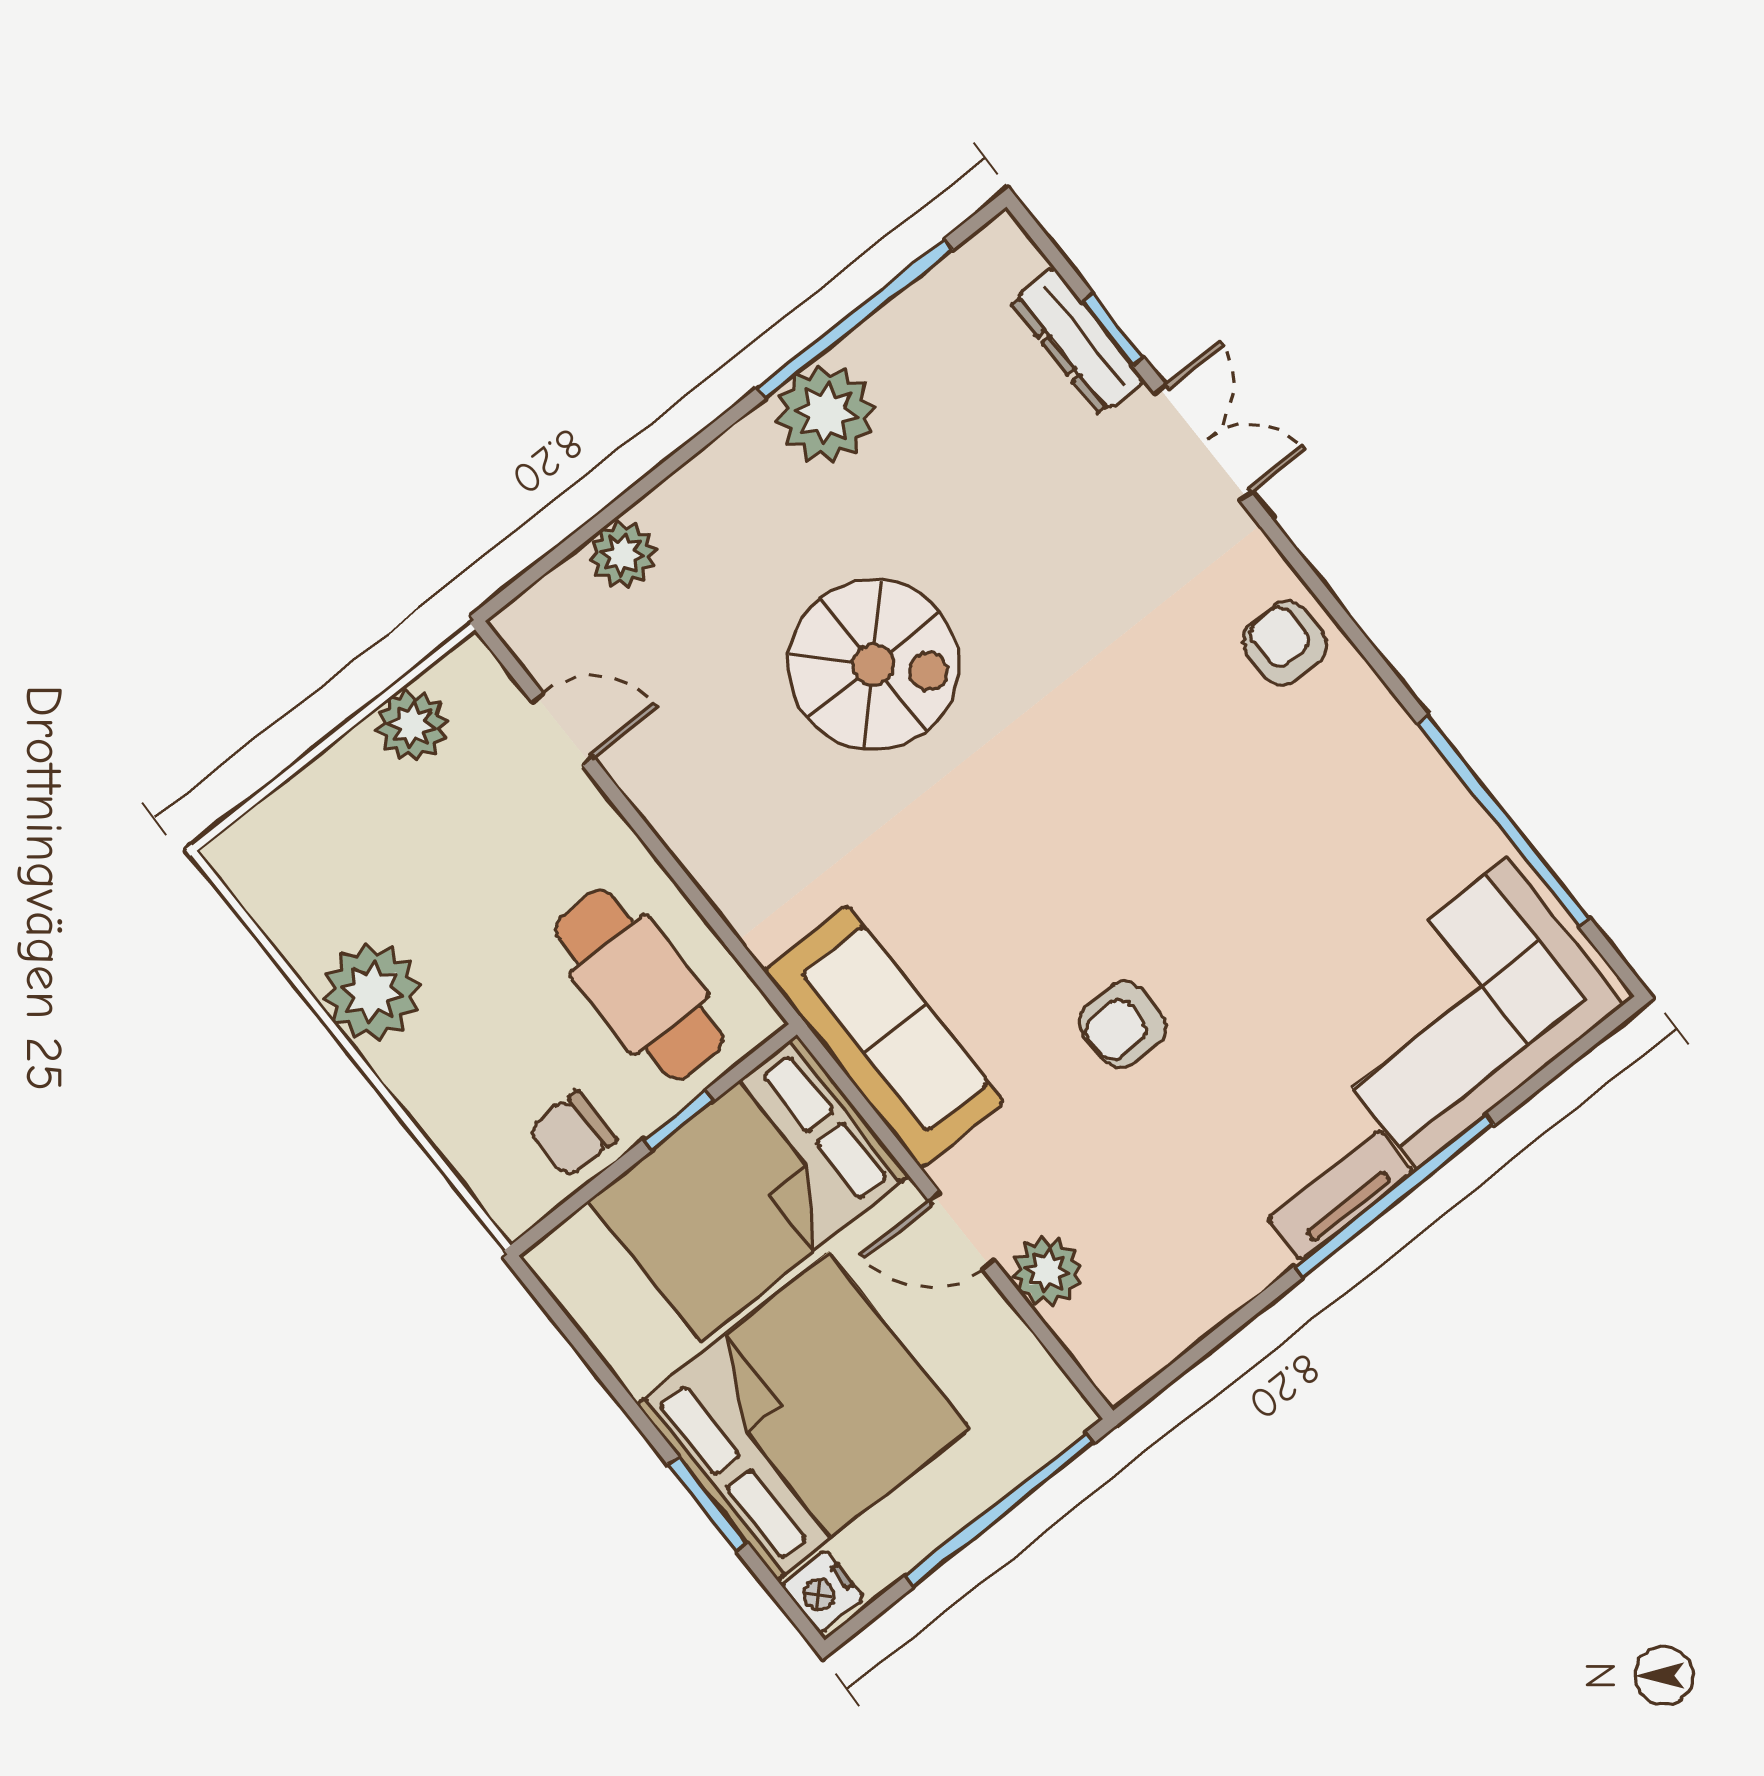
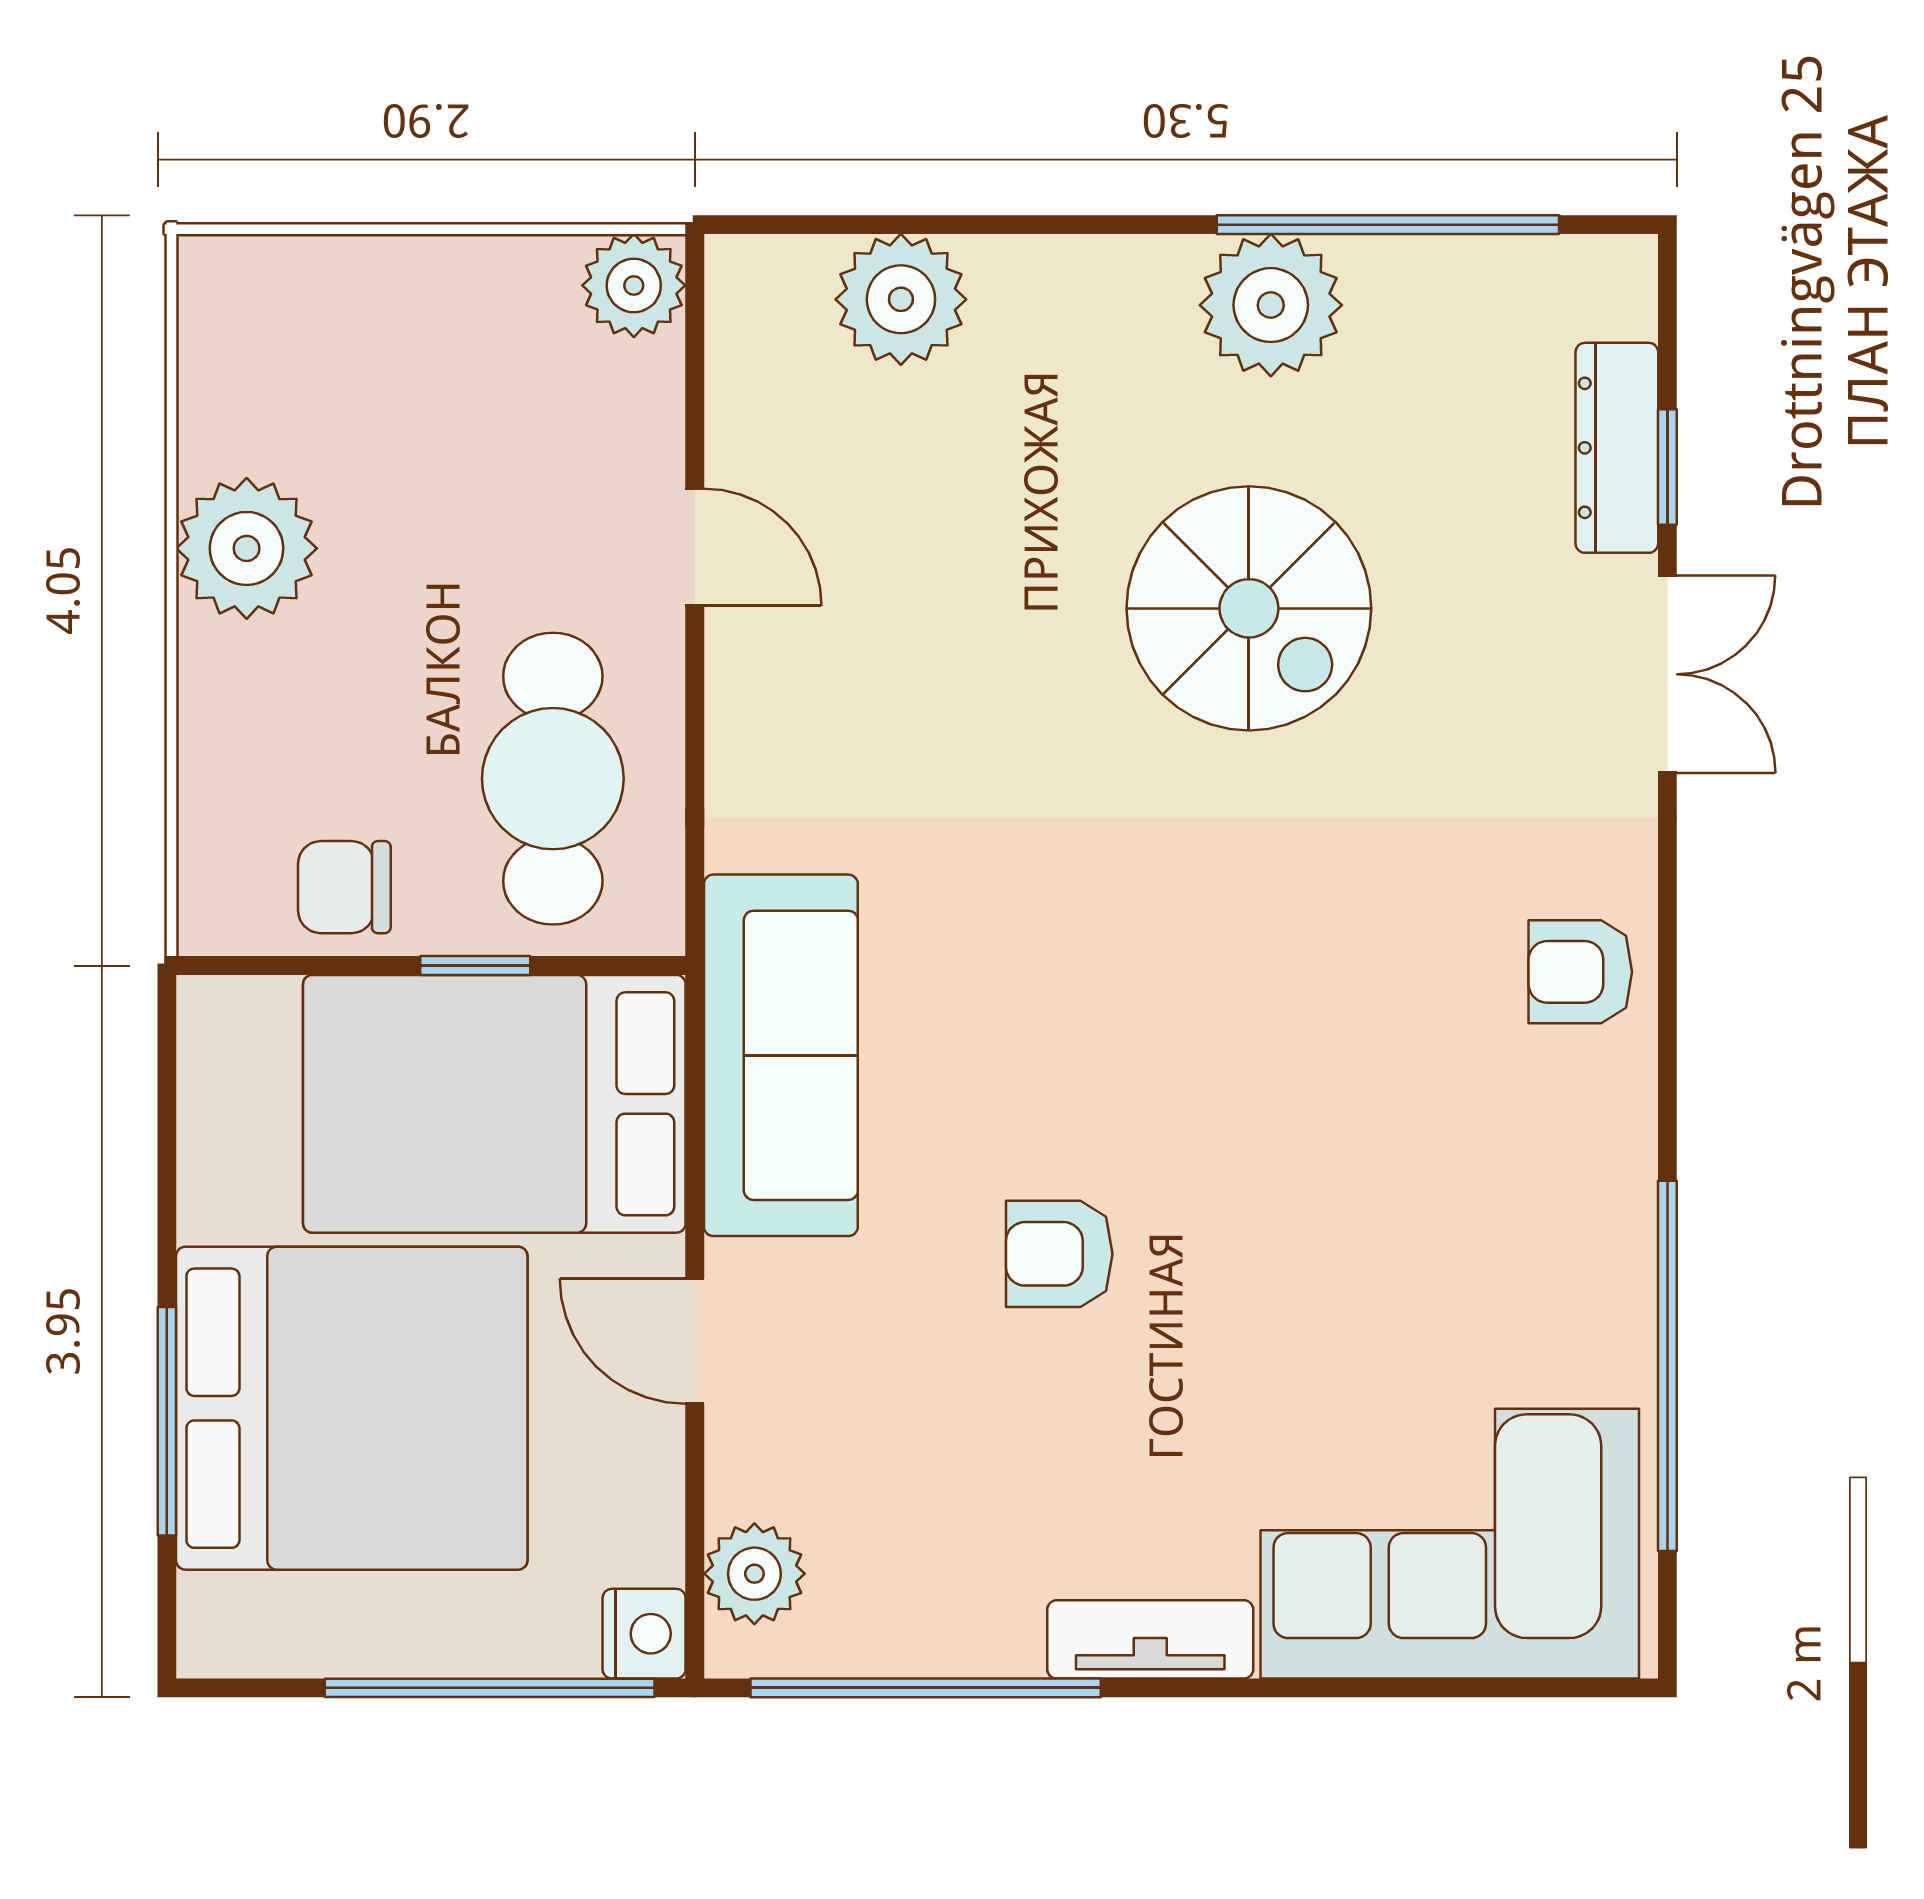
plant: (623, 554) -> (901, 299), width x1.36, depth x1.36
armchair: (1285, 644) -> (1580, 972), turned -90
spiral stairs: (873, 665) -> (1249, 608), moved
plant: (412, 725) -> (634, 285), moved
door: (563, 729) -> (695, 547), moved
window: (1394, 1196) -> (926, 1688), moved
plant: (1047, 1271) -> (754, 1574), moved
window: (708, 1504) -> (167, 1421), width x1.44
nightstand: (823, 1592) -> (644, 1634), moved, turned 180

